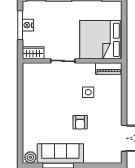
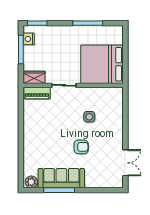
nightstand: (28, 25) -> (29, 39), moved
piano: (109, 68) -> (37, 93), moved
armchair: (80, 122) -> (81, 147), turned -90

